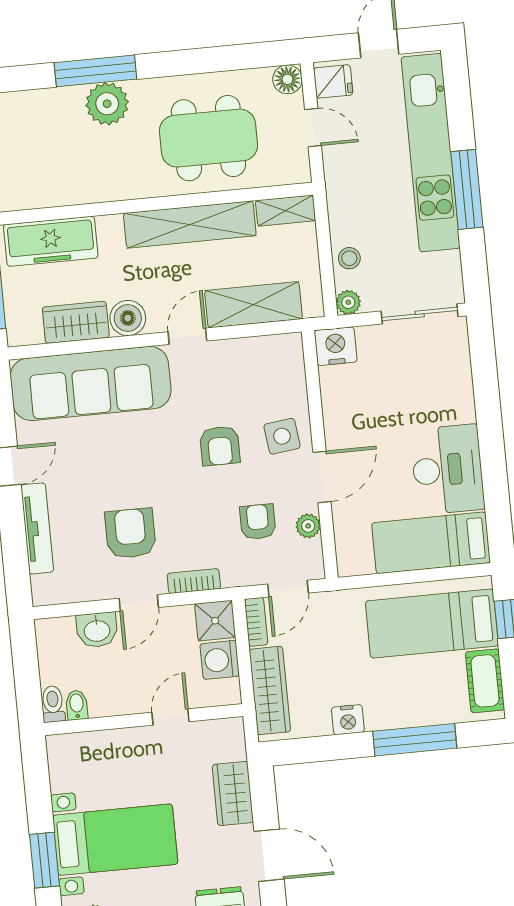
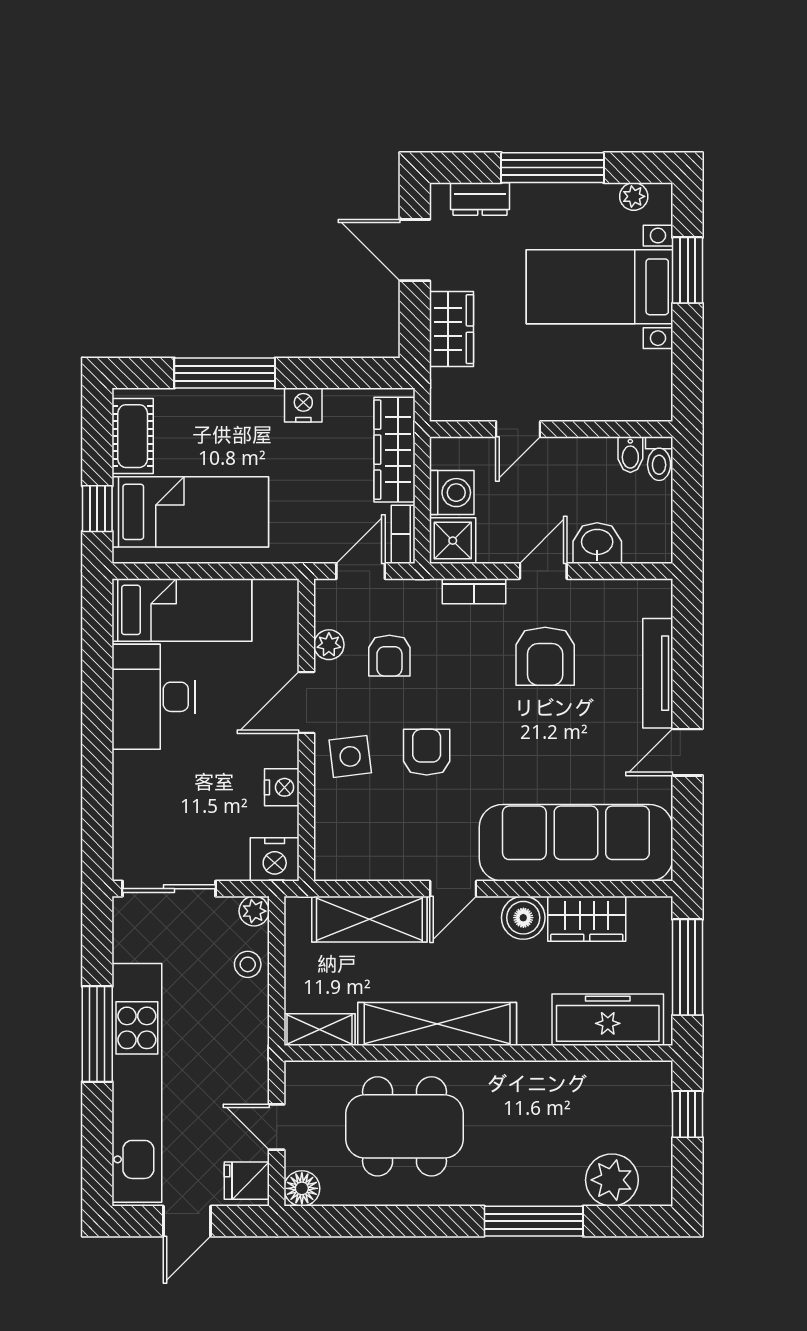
plant: (107, 104) -> (612, 1180), moved
nightstand: (335, 406) -> (282, 787), added

